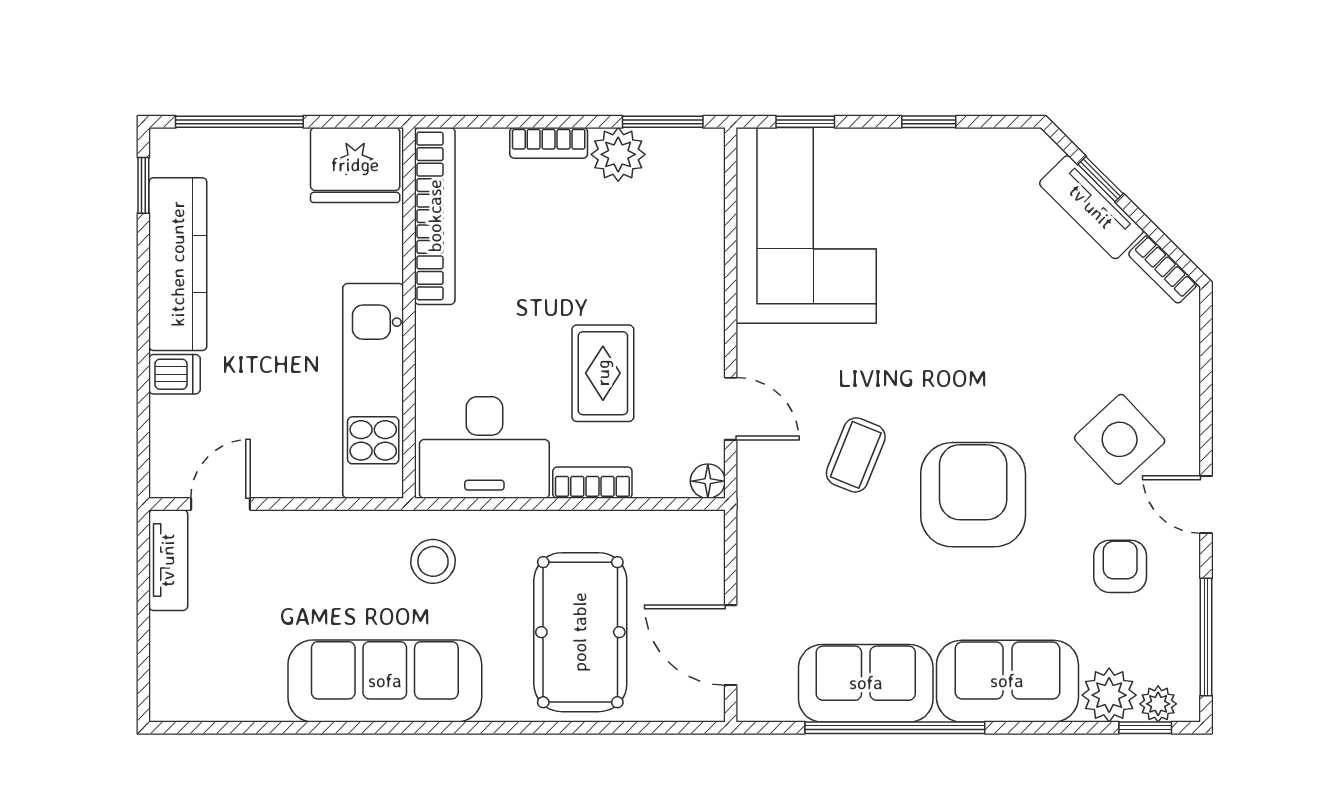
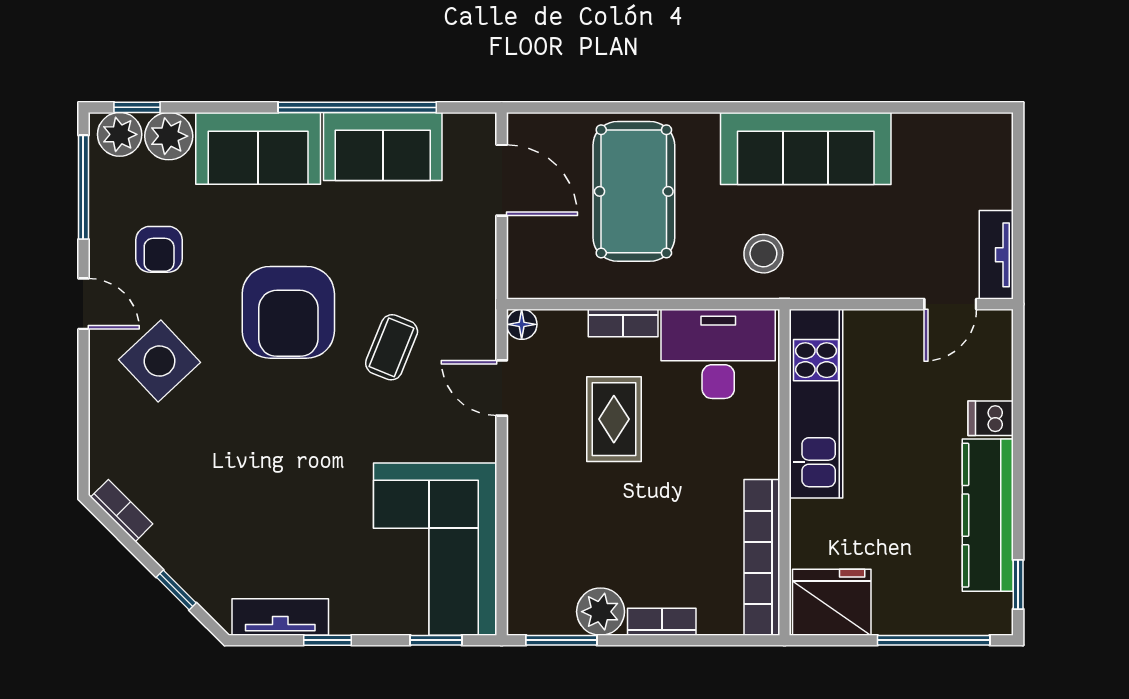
tv unit: (1091, 207) -> (280, 617), moved, turned -45
plant: (1158, 704) -> (120, 134), width x1.38, depth x1.38

